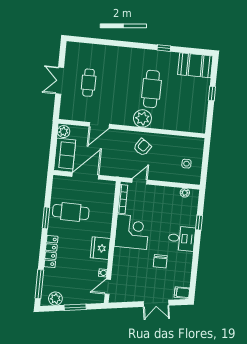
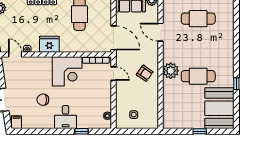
booth: (195, 65) -> (219, 108), width x1.36, depth x1.42
cafe table: (89, 83) -> (198, 19), width x1.37, depth x1.35
door: (85, 176) -> (114, 38), moved

